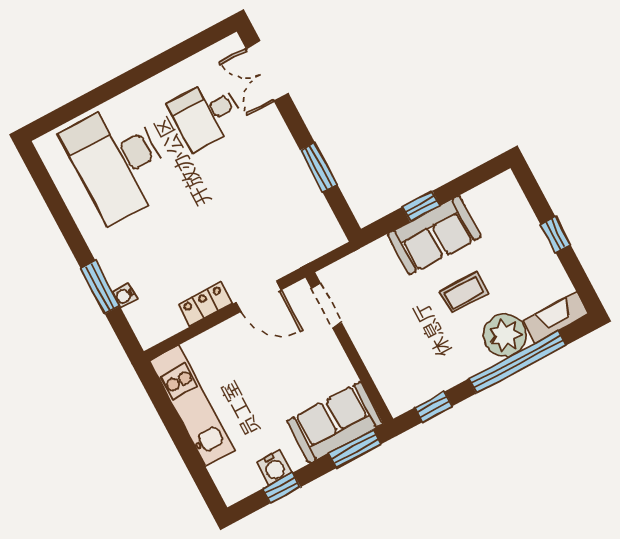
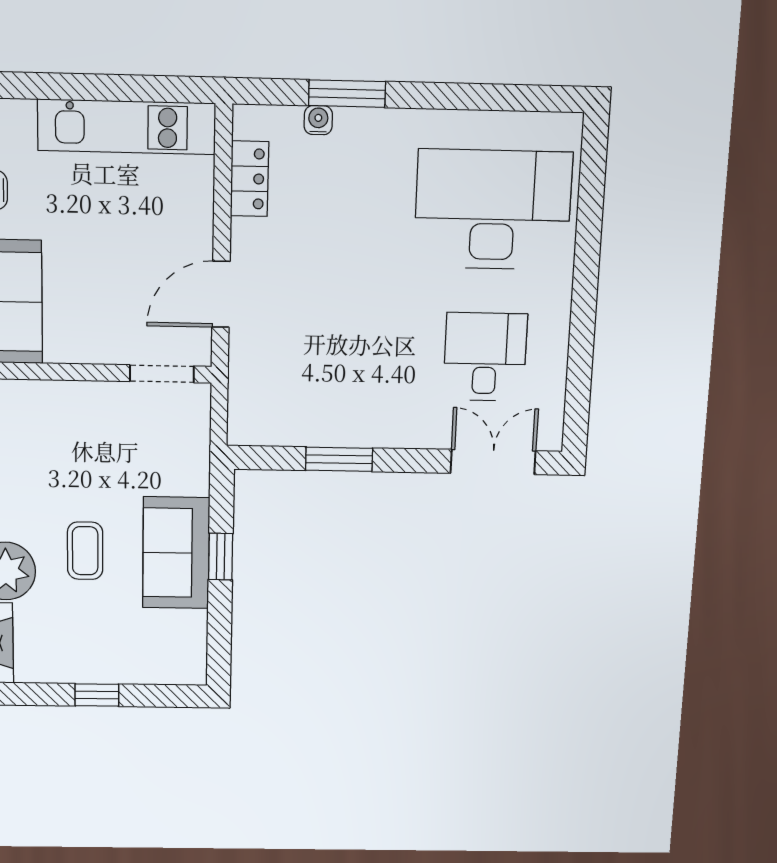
locker: (205, 304) -> (249, 179), moved

